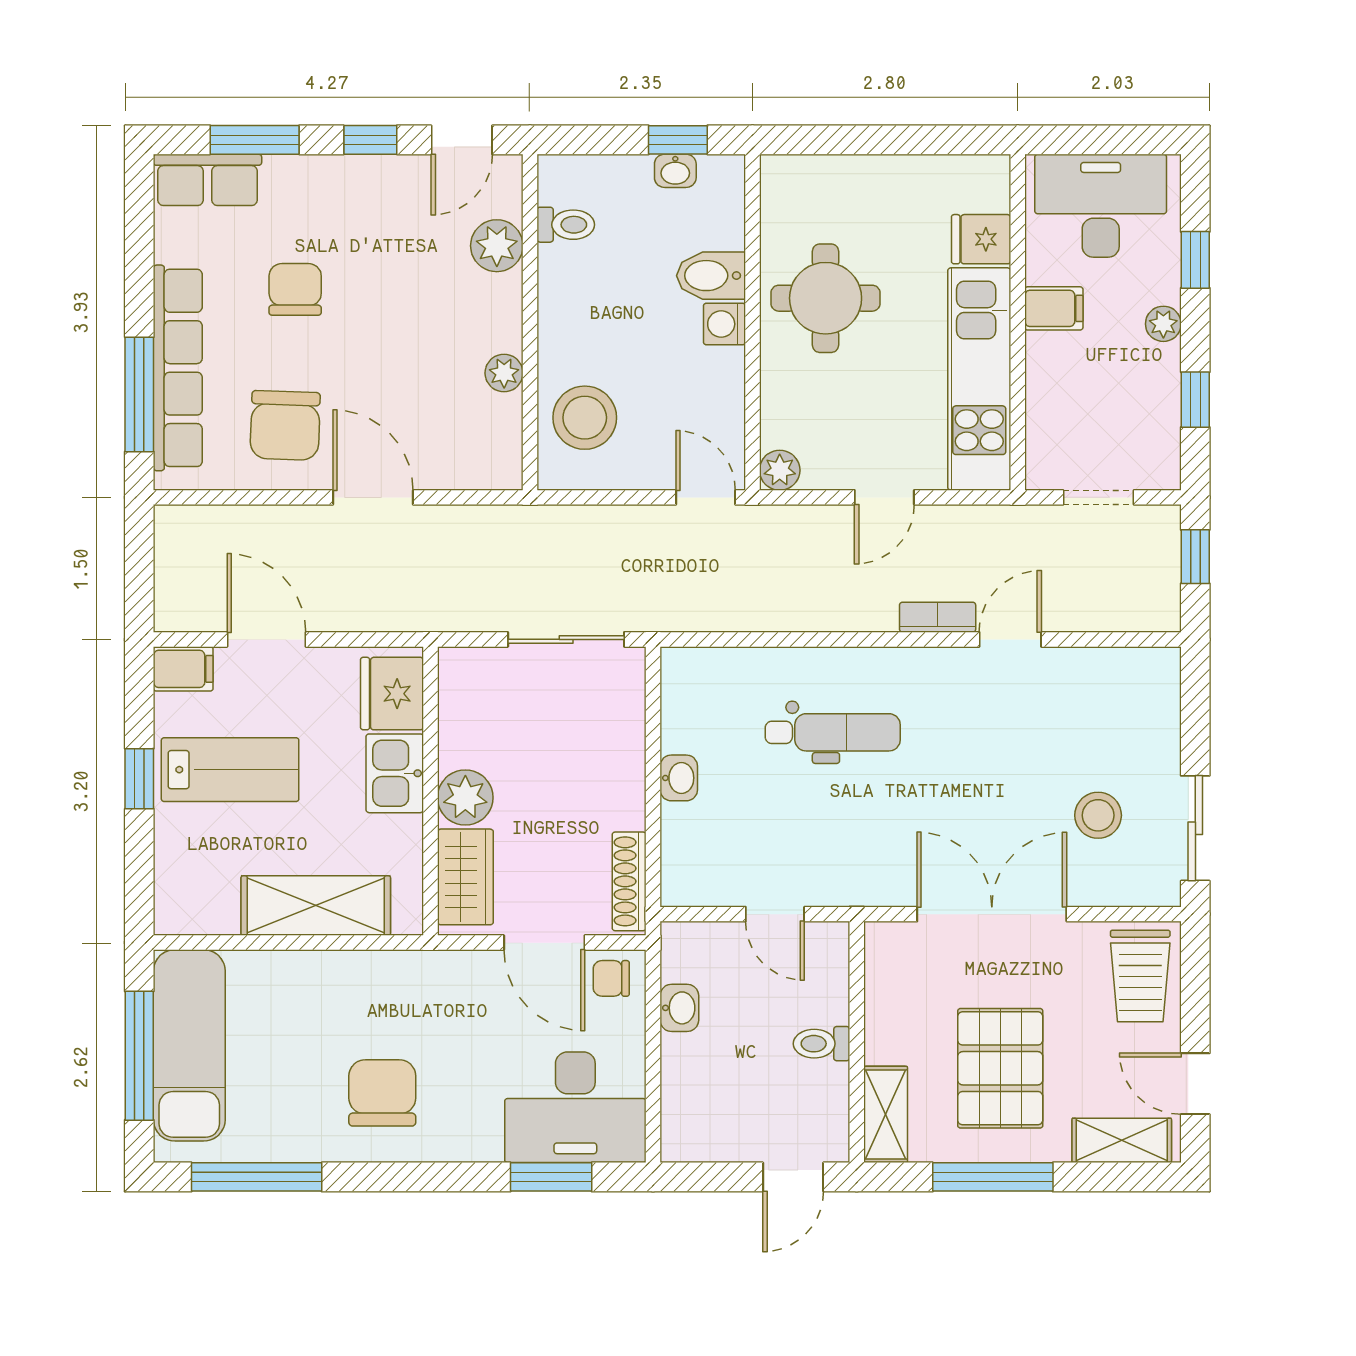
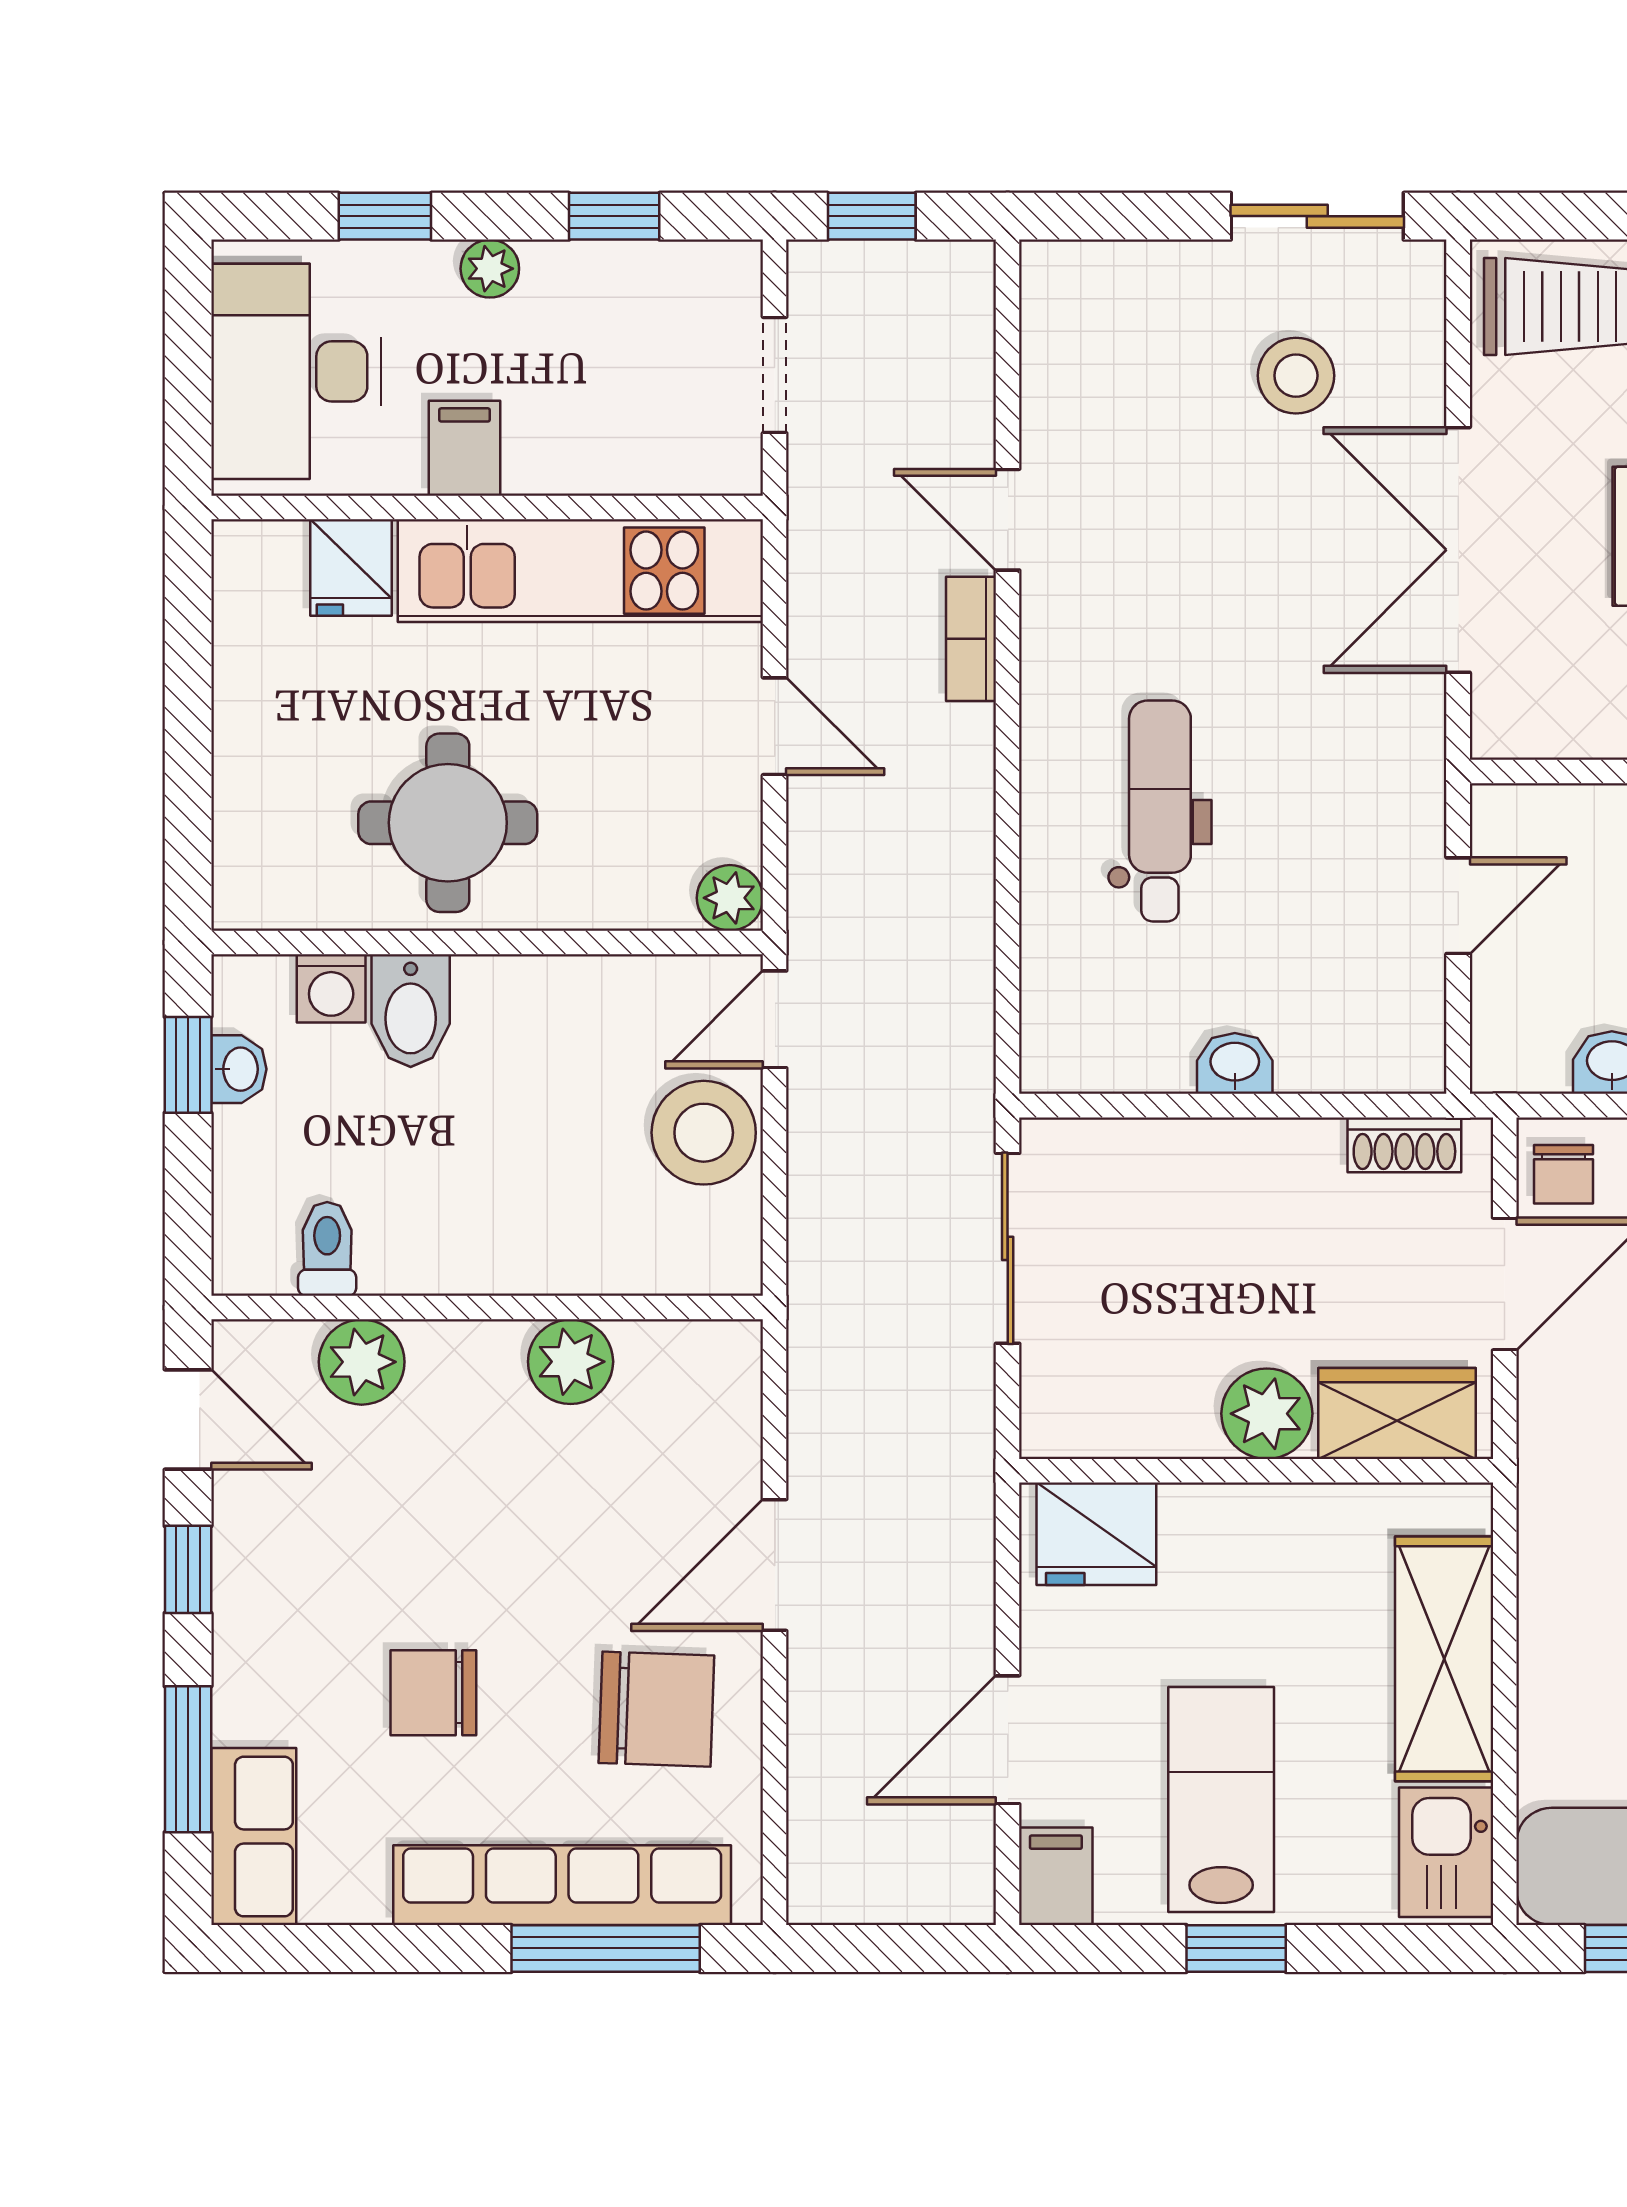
washing machine: (724, 324) -> (331, 988), moved
plant: (504, 373) -> (571, 1362), width x1.38, depth x1.38
stool: (585, 418) -> (704, 1133), moved
kitchen sink: (395, 773) -> (1446, 1852), moved, turned 90
shoe rack: (629, 881) -> (1404, 1145), width x0.70

